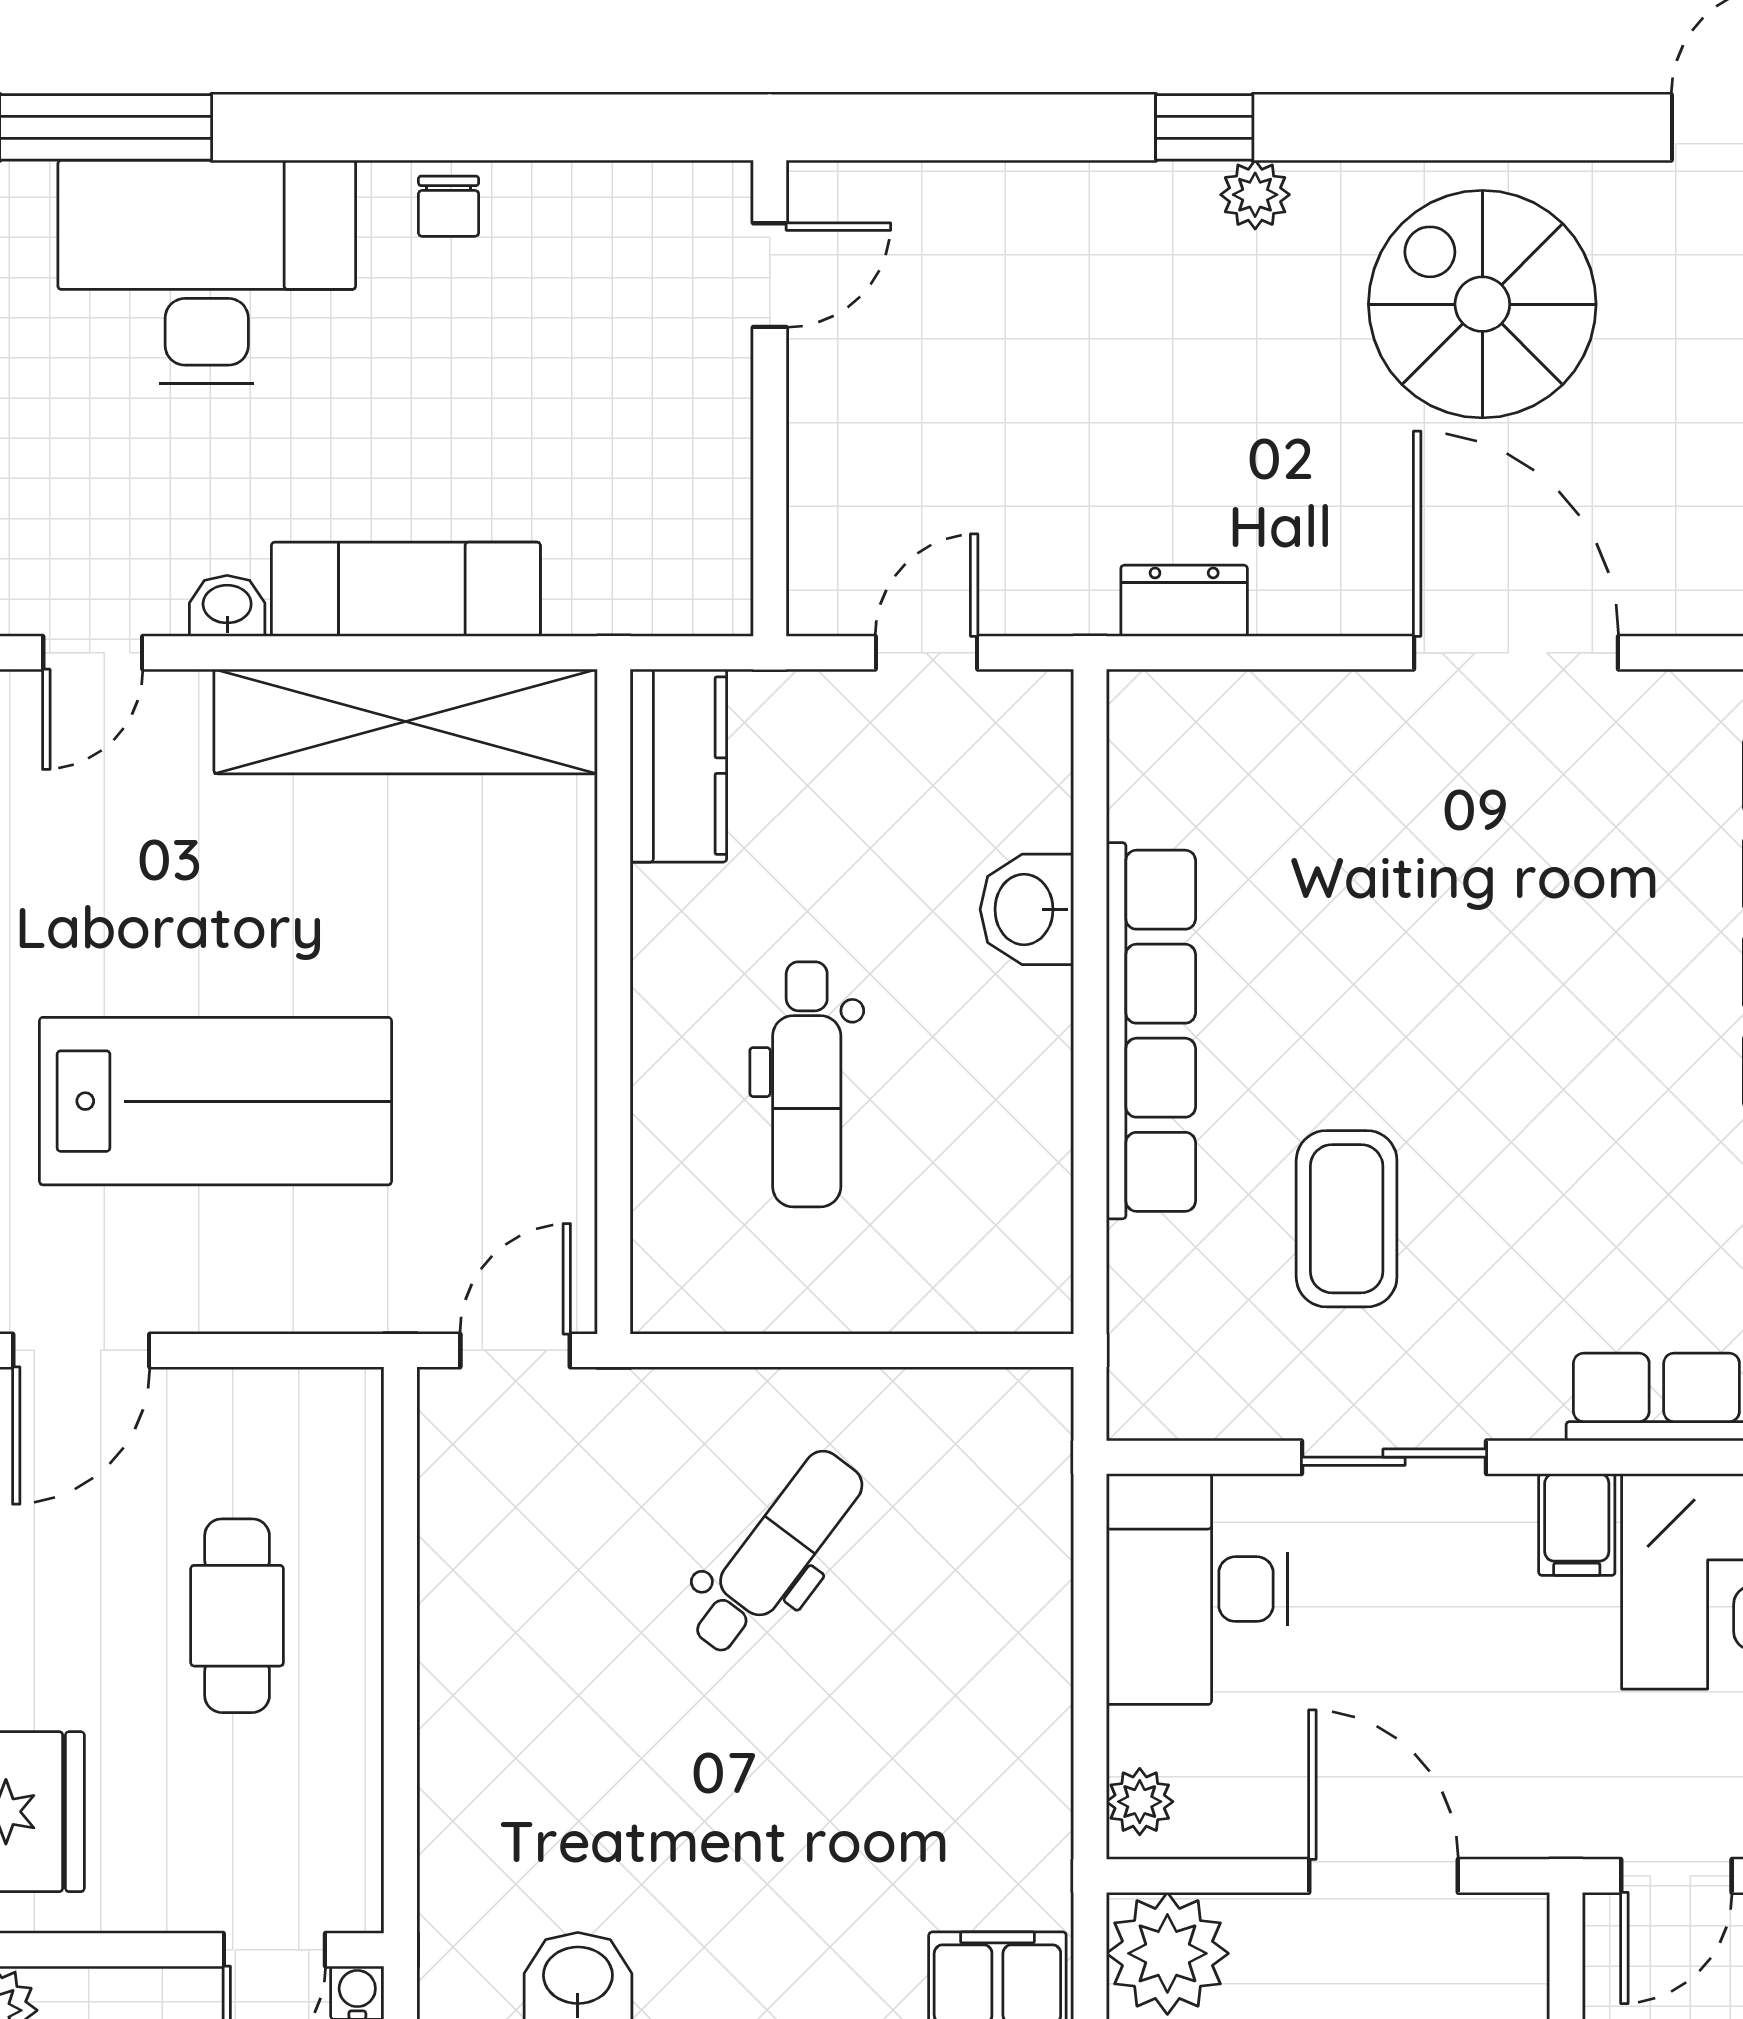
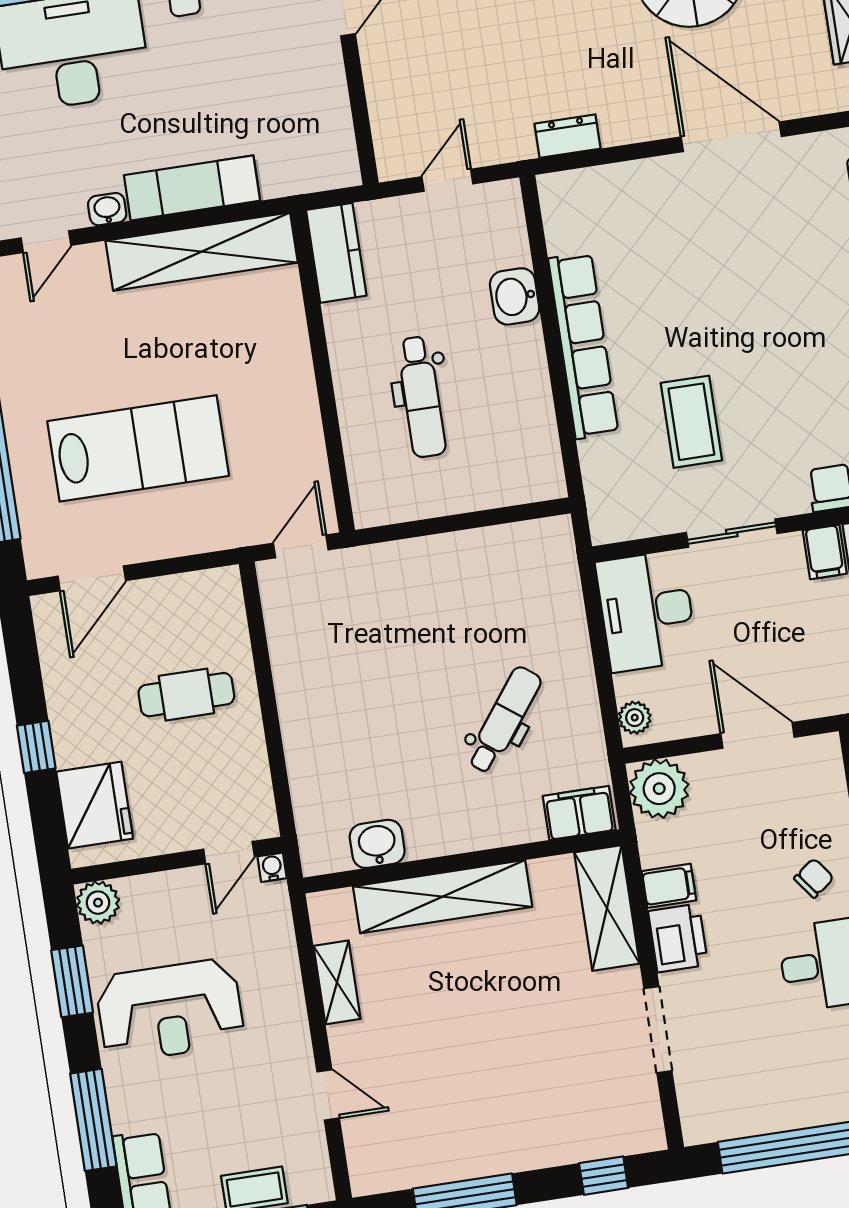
dental chair: (776, 1553) -> (504, 720), moved
cafe table: (237, 1616) -> (186, 695), turned 90

